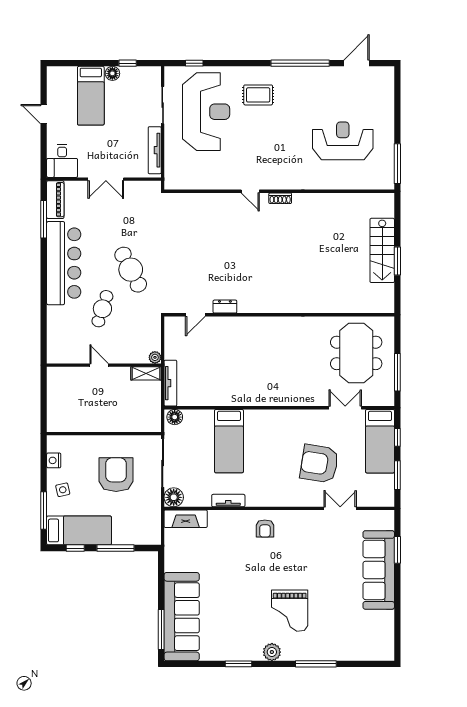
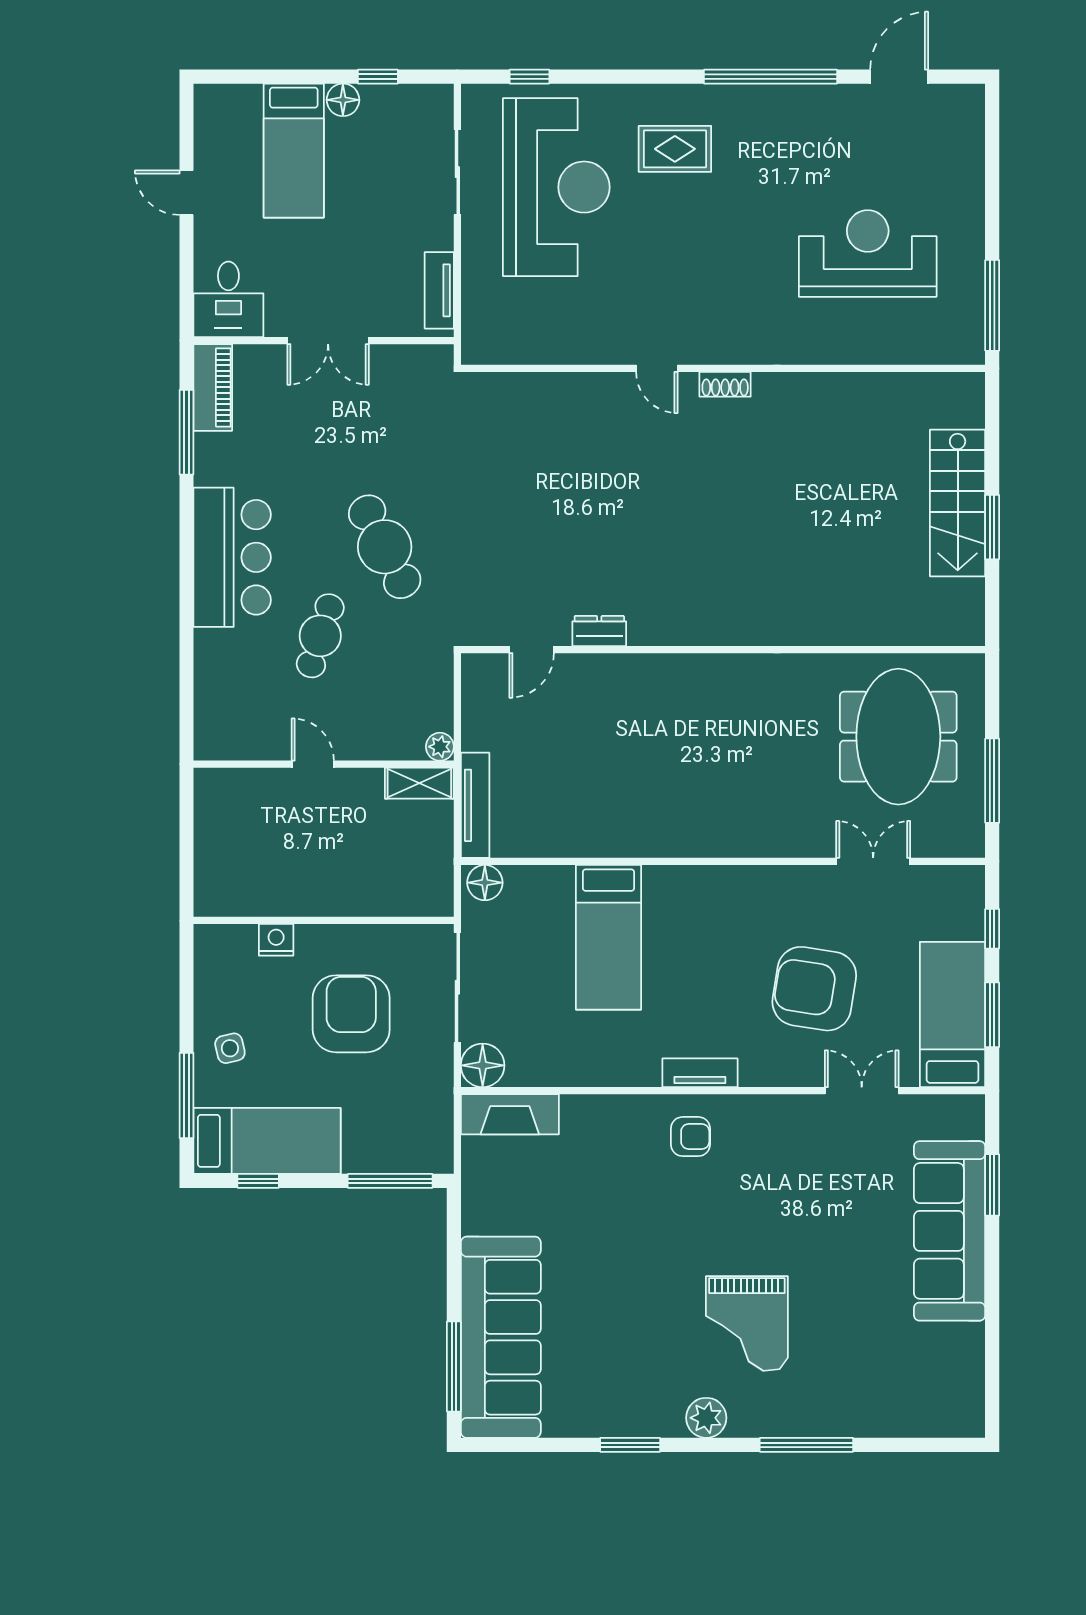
tv unit: (155, 150) -> (439, 290), width x0.71
bar counter: (64, 263) -> (232, 557), width x0.73
bed: (380, 441) -> (952, 1015), moved, turned 180
nightstand: (54, 460) -> (276, 940), moved, turned 90
tv unit: (228, 501) -> (700, 1073), moved
armchair: (265, 529) -> (690, 1137), turned -90
window: (116, 548) -> (390, 1181), moved

